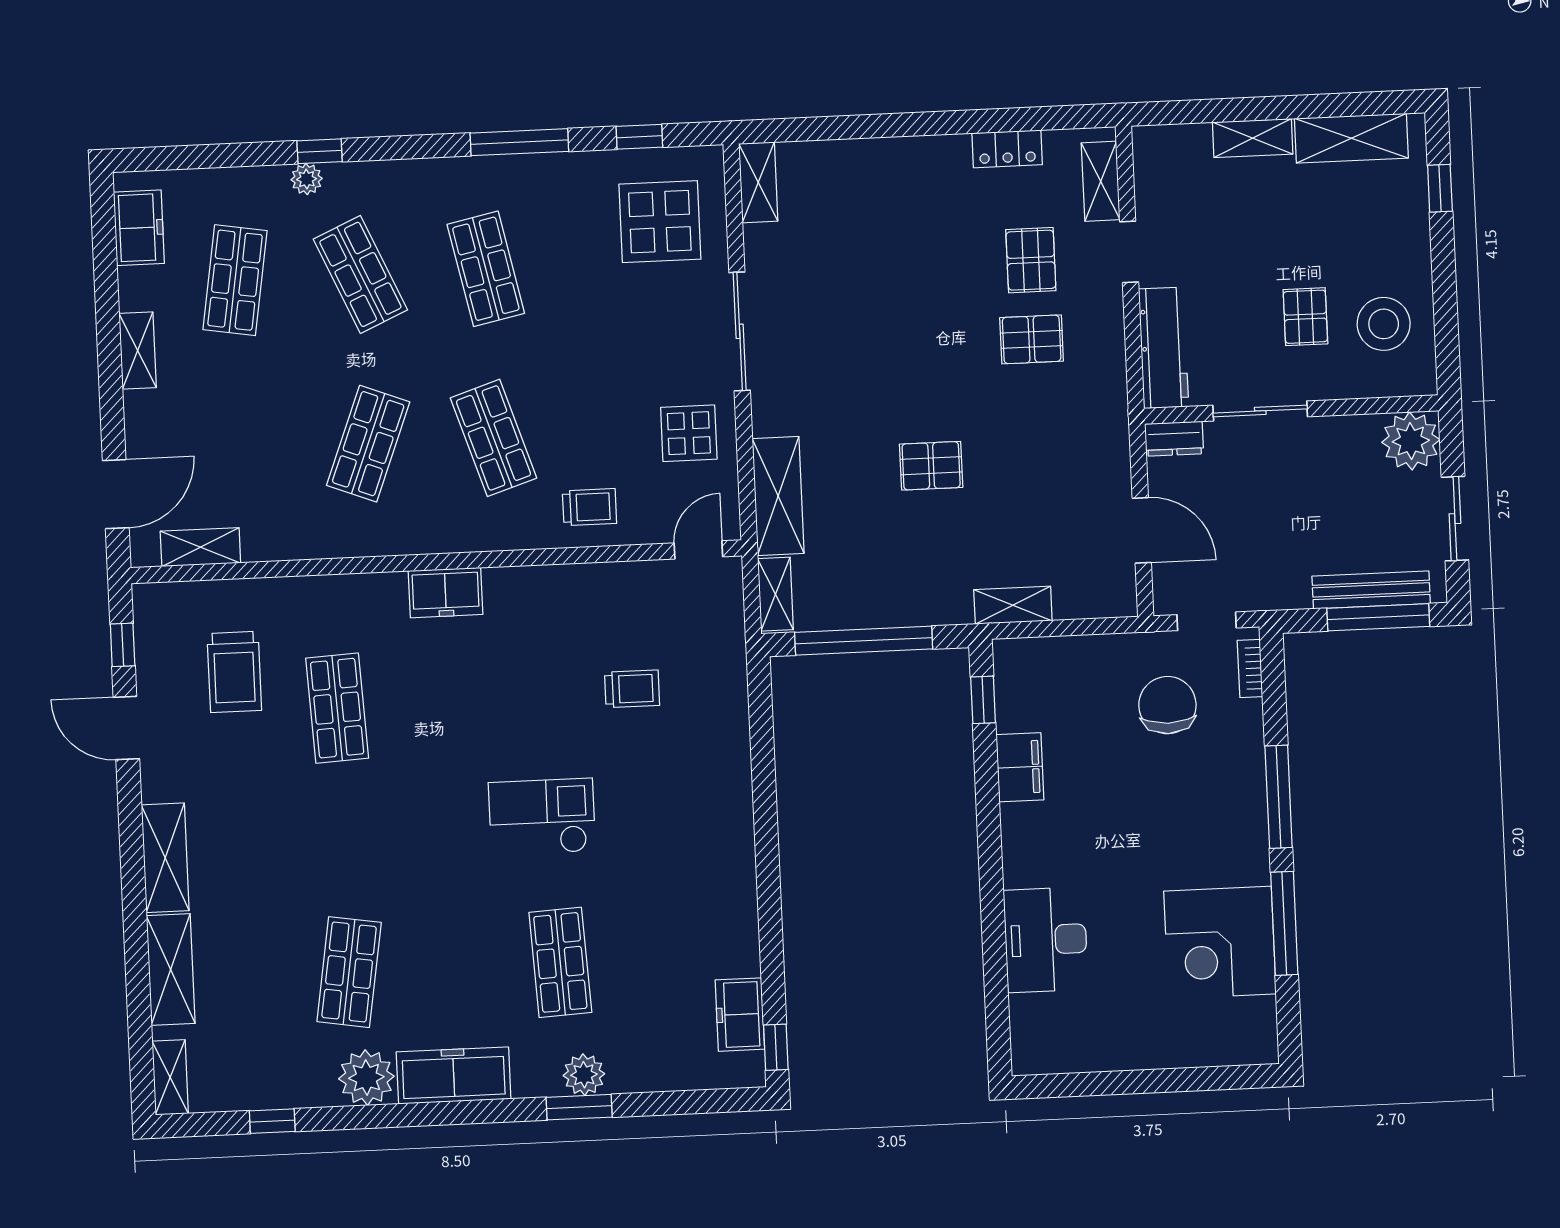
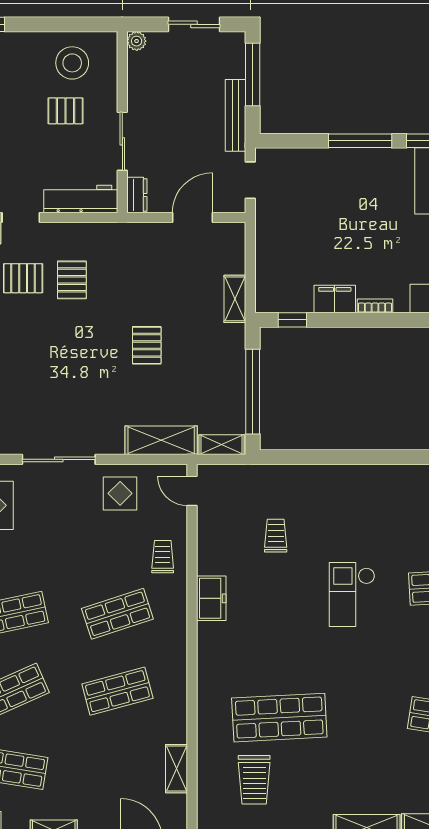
plant: (1411, 441) -> (137, 41), width x0.53, depth x0.53
shop shelf: (368, 444) -> (117, 691), turned -36
shelving: (200, 547) -> (176, 769), moved
bench: (1371, 590) -> (235, 115), moved
freezer: (446, 593) -> (211, 598), moved
bookcase: (1250, 668) -> (375, 306), moved, turned 180
trolley: (234, 672) -> (254, 780), turned 90
chair: (1167, 705) -> (301, 207), removed
shop shelf: (337, 708) -> (279, 718), width x1.43, depth x1.36

